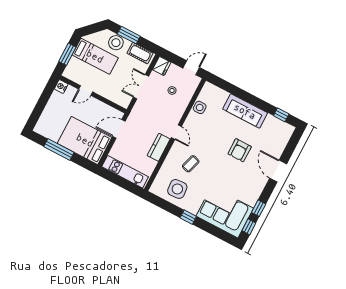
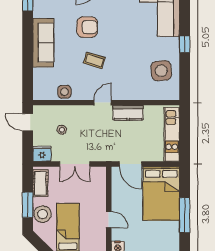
coffee table: (191, 164) -> (94, 60), moved

